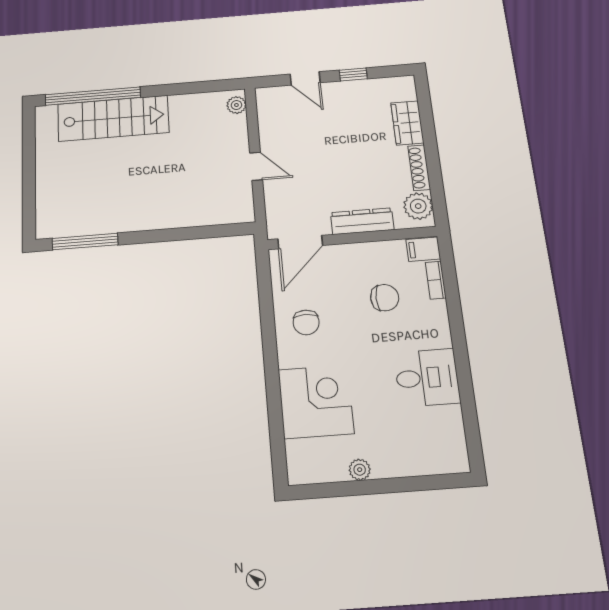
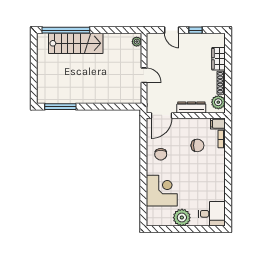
desk: (427, 378) -> (212, 214), moved
plant: (360, 470) -> (182, 218), width x1.88, depth x1.88

